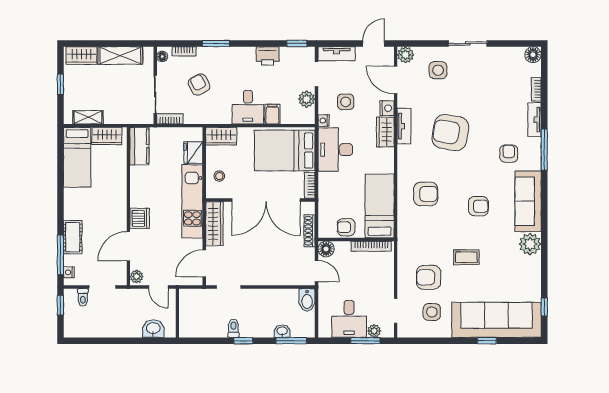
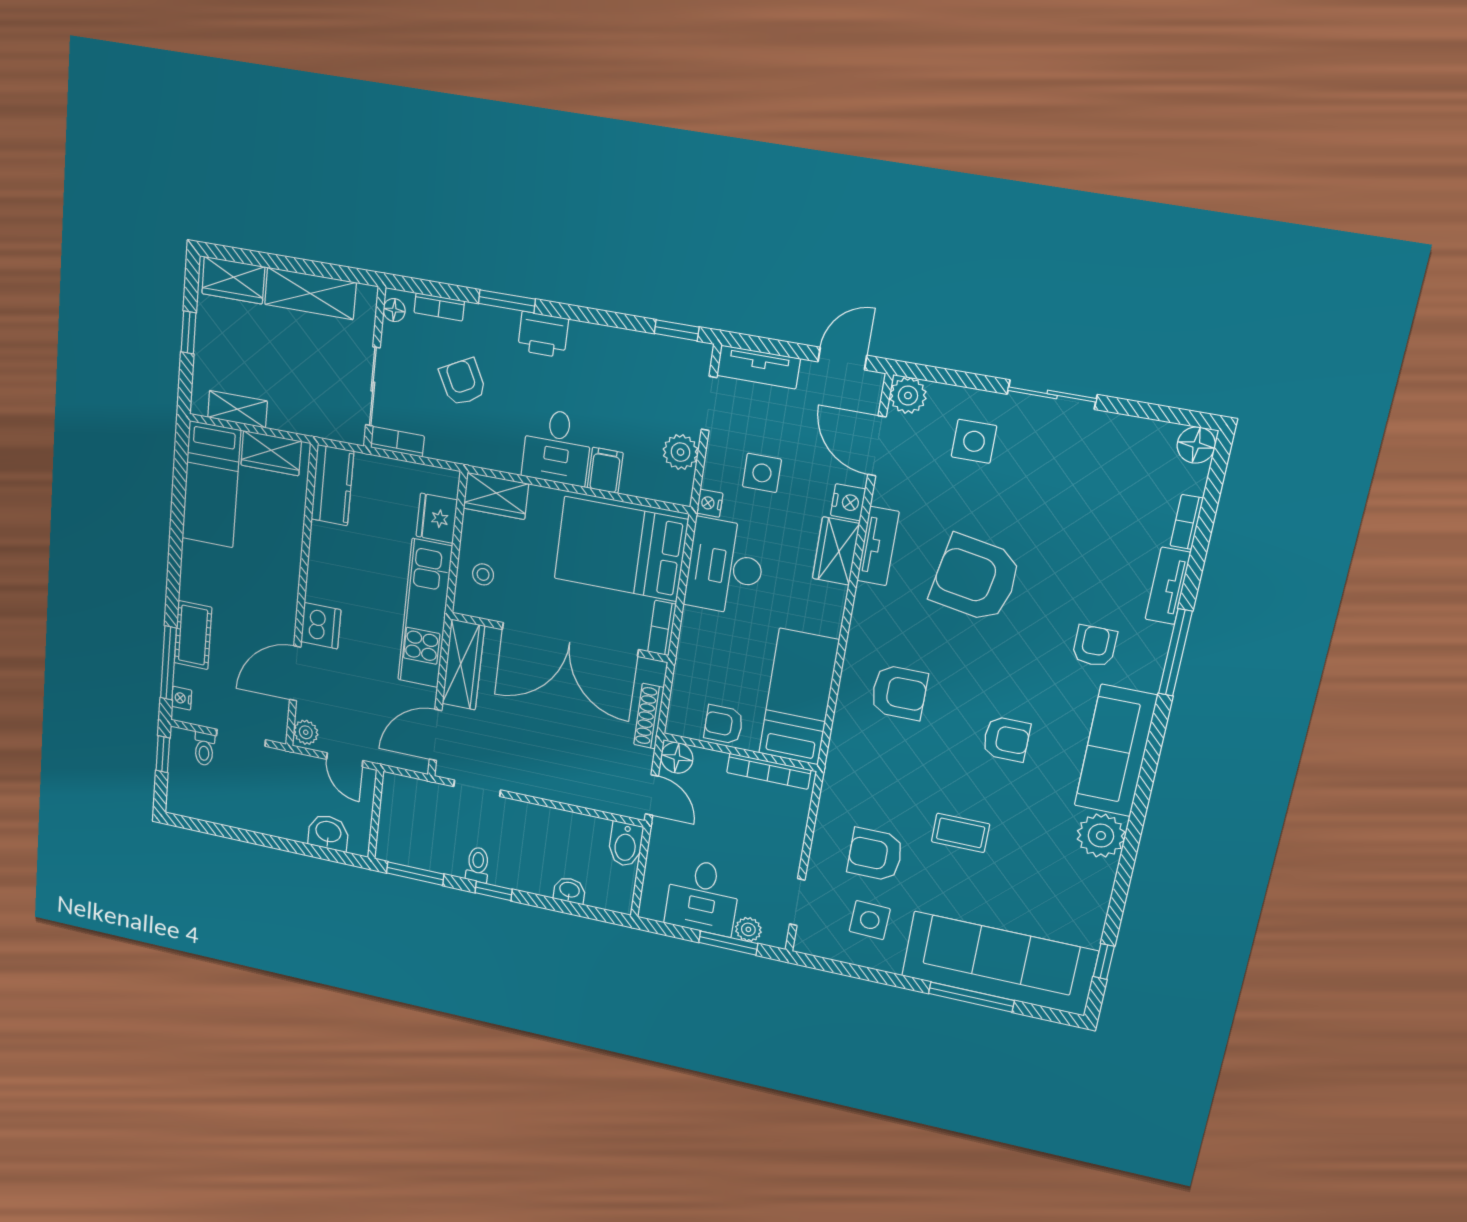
printer: (268, 56) -> (543, 335), moved
window: (291, 341) -> (415, 874), moved
window: (487, 341) -> (971, 997), width x2.17

